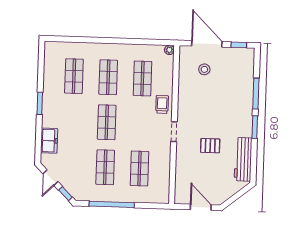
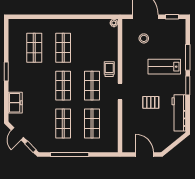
shop shelf: (142, 78) -> (92, 86), moved
lab bench: (228, 104) -> (164, 67), added

